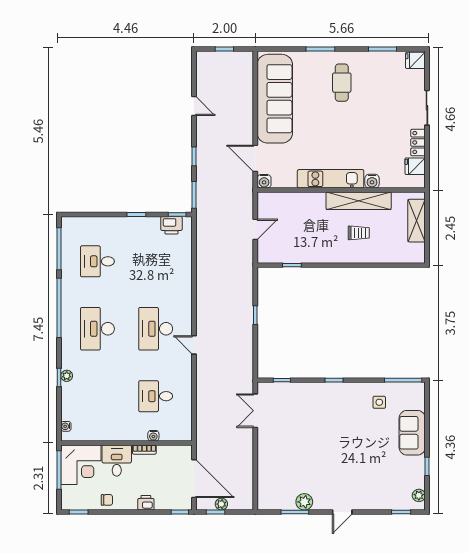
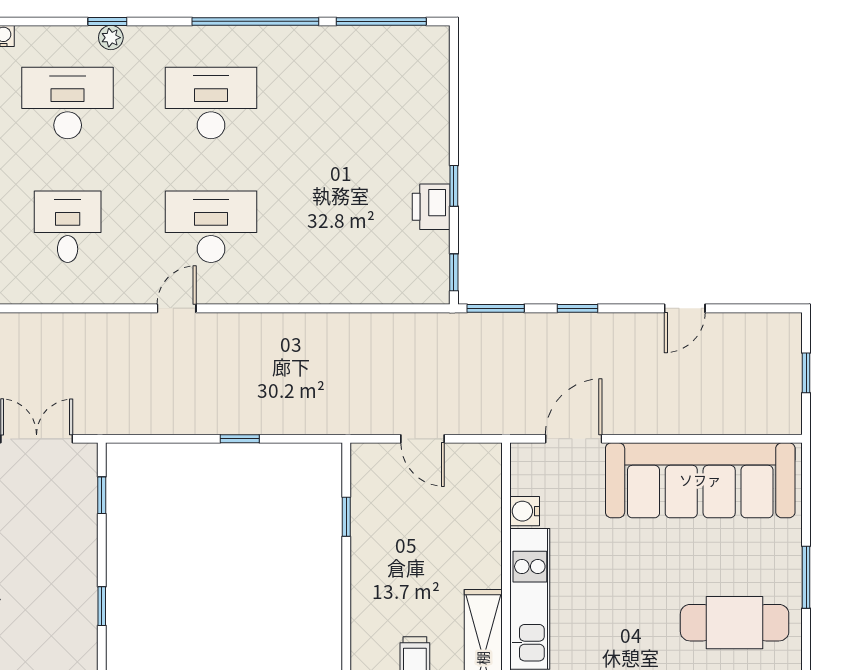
cafe table: (342, 83) -> (735, 623), width x1.37, depth x1.35
water cooler: (264, 181) -> (525, 511), moved
printer: (171, 225) -> (431, 207), moved
desk: (97, 261) -> (68, 103), moved, width x1.37

